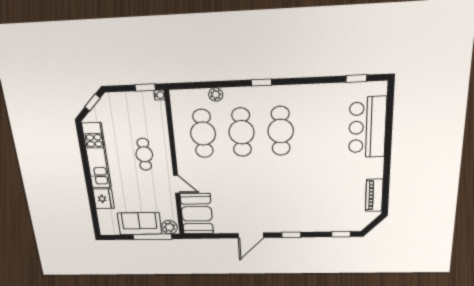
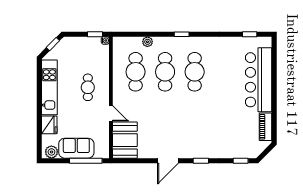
bar counter: (367, 127) -> (259, 80), width x1.36
plant: (170, 227) -> (51, 152), moved

